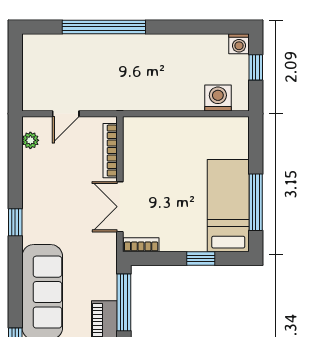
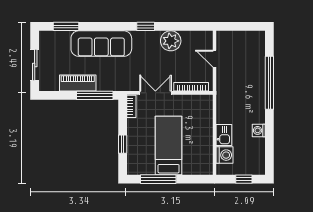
washing machine: (239, 44) -> (259, 130), moved
kitchen sink: (186, 99) -> (224, 135), added
plant: (30, 140) -> (171, 41), moved, width x1.87, depth x1.87
bed: (228, 206) -> (169, 146), moved, turned -90

